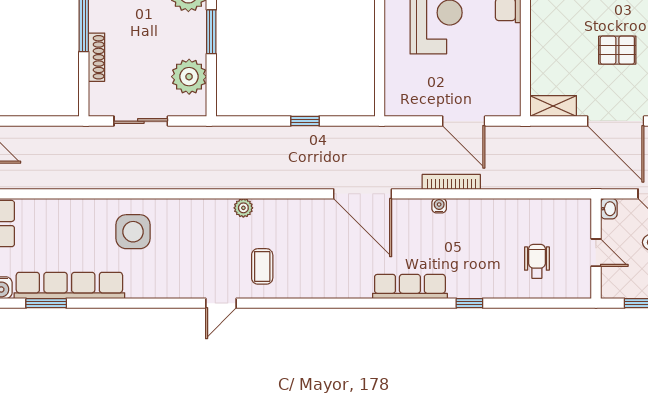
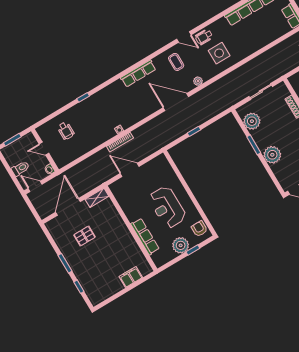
door: (616, 121) -> (68, 207), hinge flipped
door: (363, 194) -> (176, 102), moved
side table: (133, 232) -> (219, 53), moved
wheelchair: (184, 282) -> (204, 37), added
row of seats: (410, 287) -> (138, 73), moved
door: (221, 303) -> (184, 37), swing flipped

